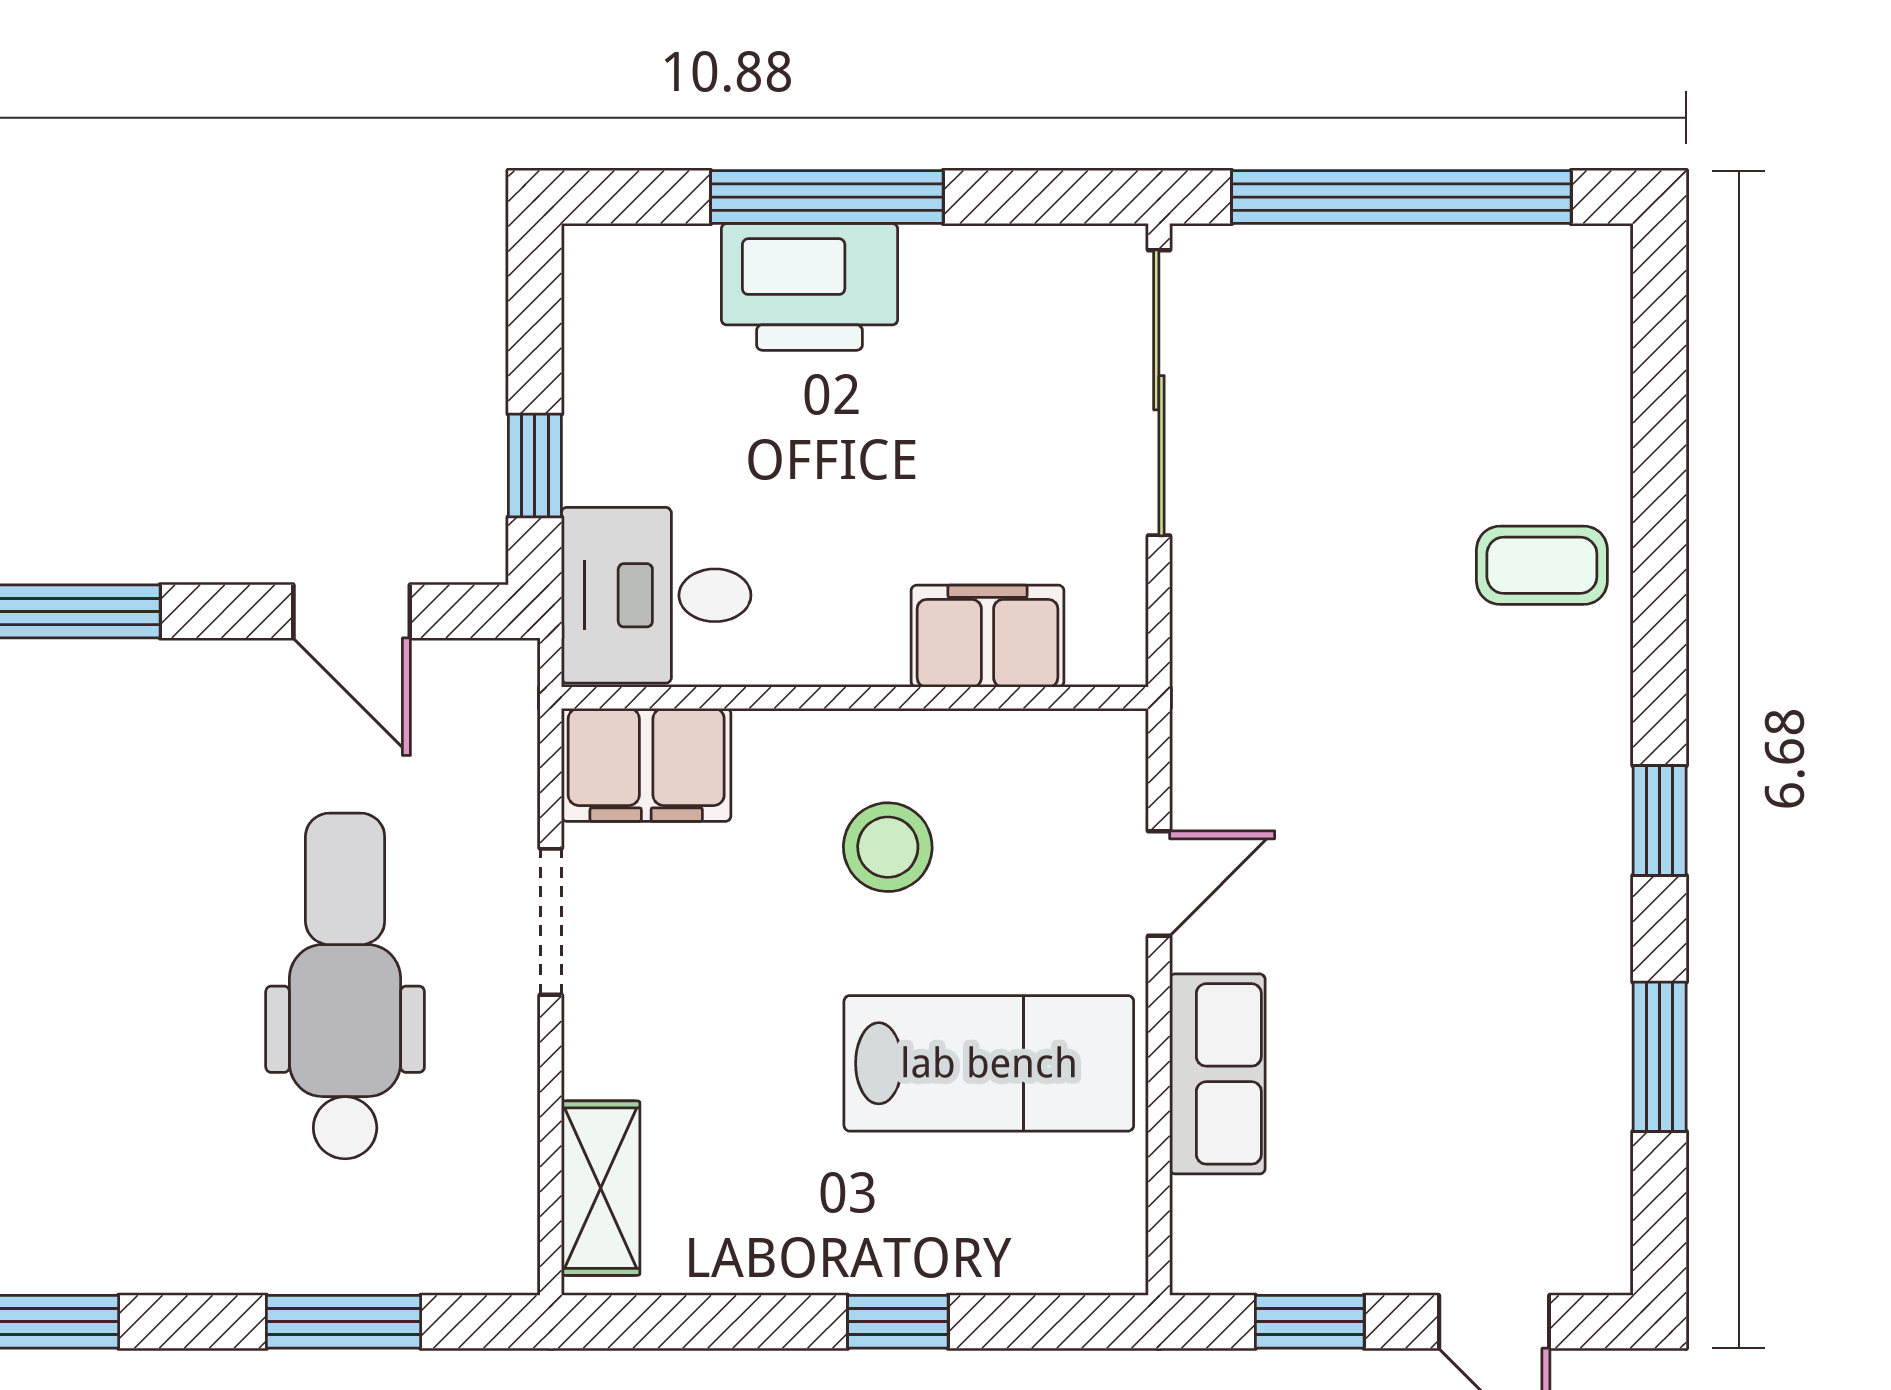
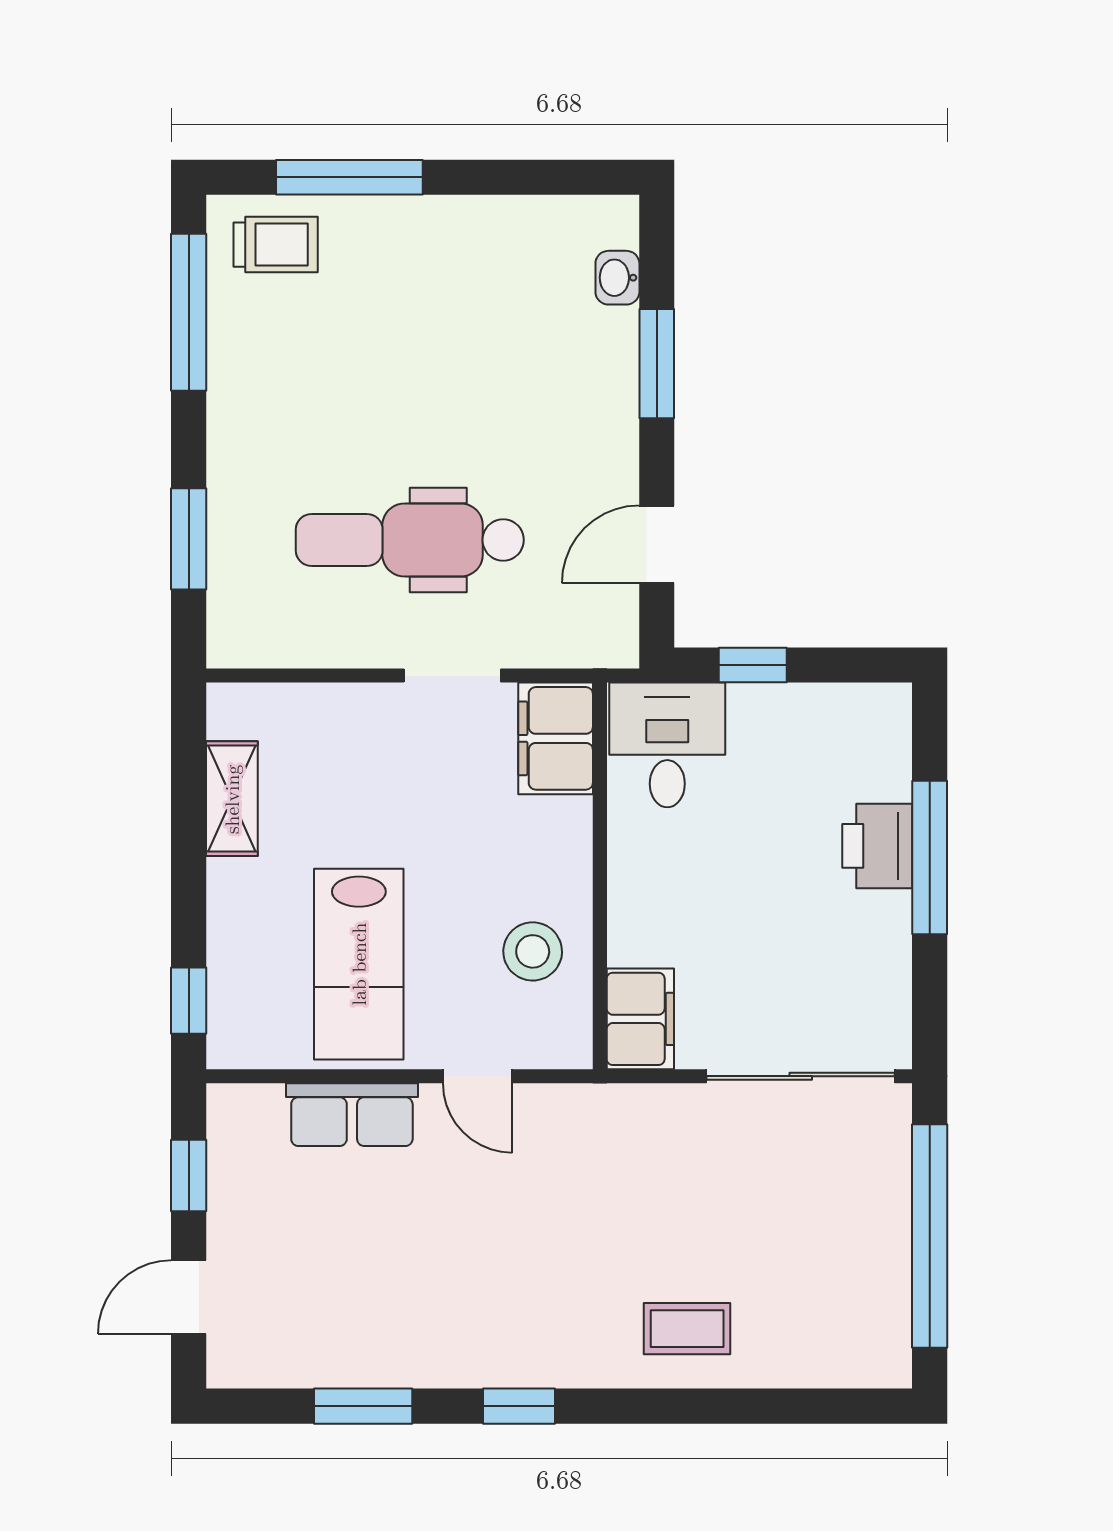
printer: (809, 287) -> (877, 846), width x0.73, depth x0.84
coffee table: (1542, 565) -> (687, 1329), turned 90
filing cabinet: (988, 636) -> (640, 1019), moved
stool: (888, 847) -> (533, 951), moved
dental chair: (345, 986) -> (410, 540), turned 180
shelving: (601, 1188) -> (232, 799), moved, turned 90
window: (898, 1322) -> (189, 1001), moved

